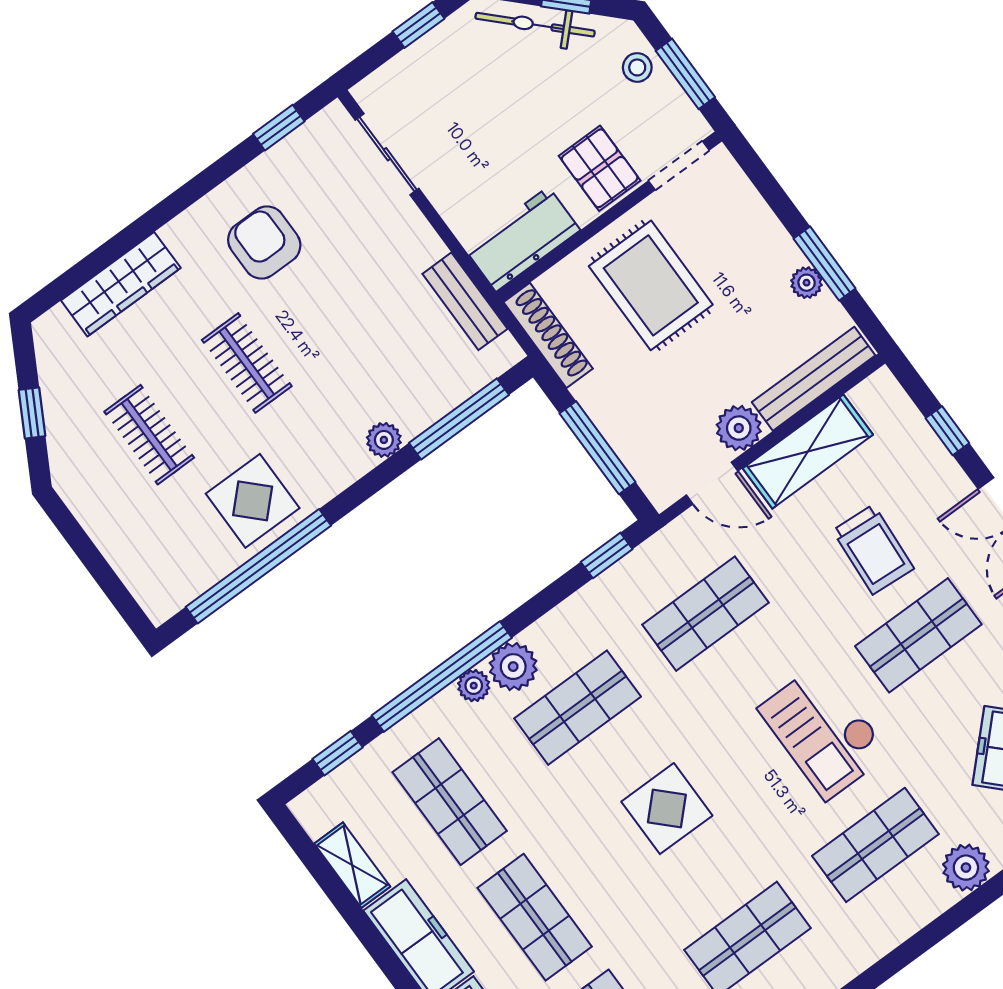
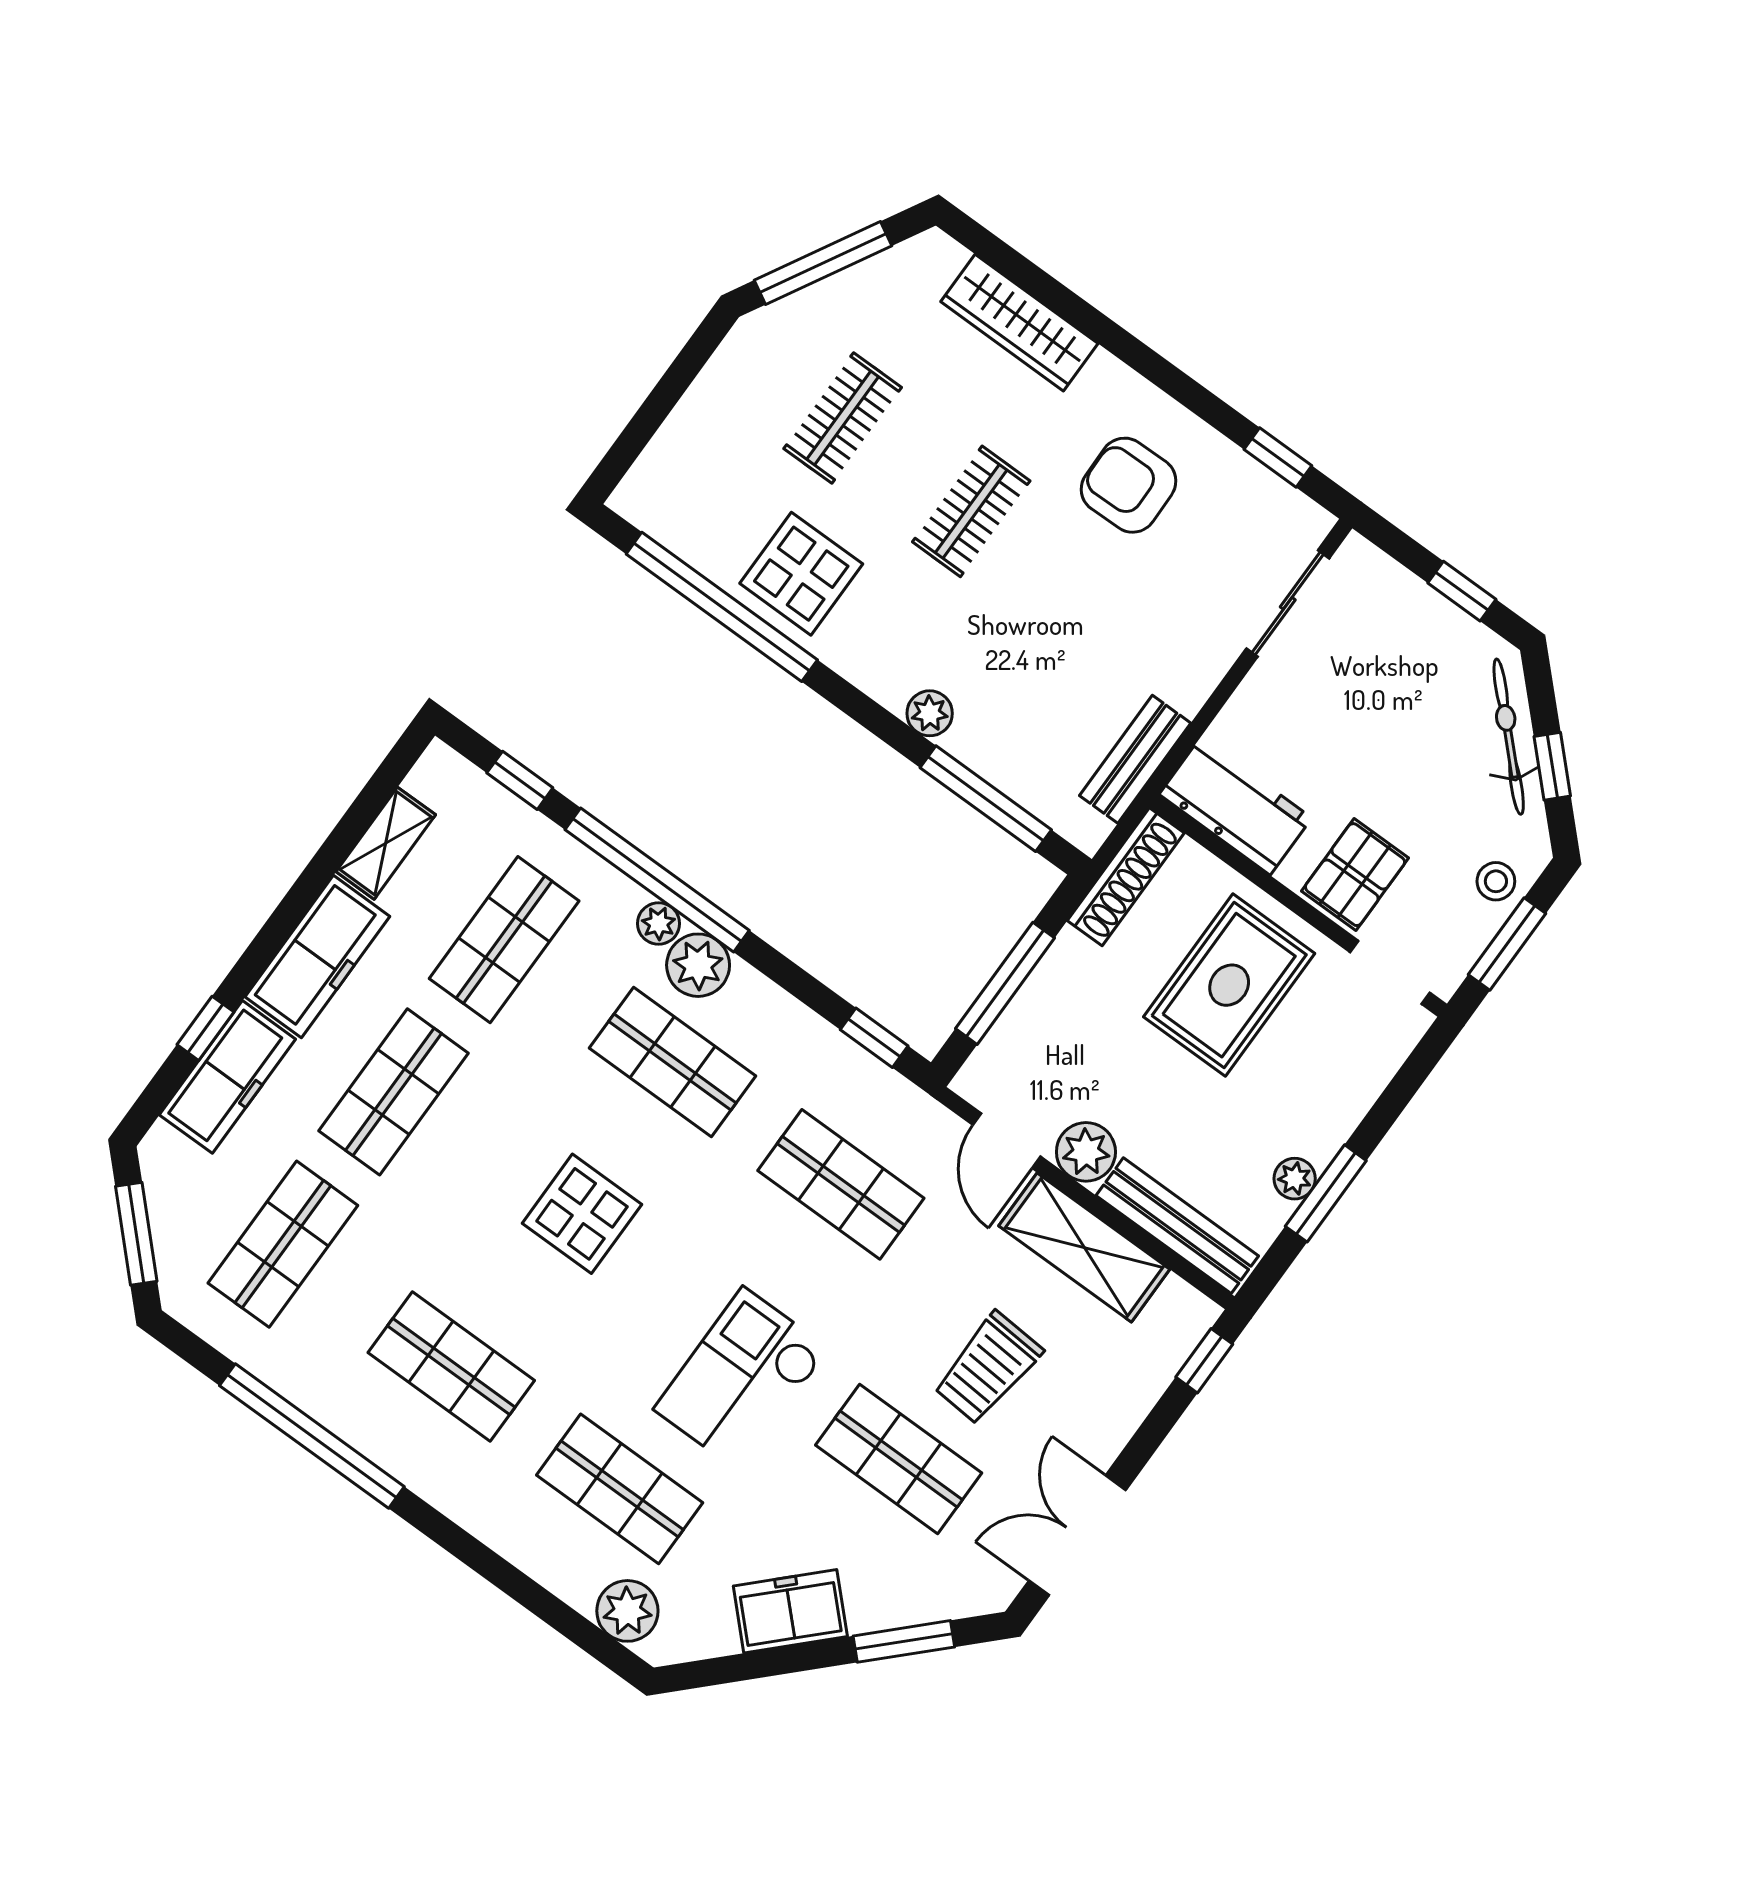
armchair: (264, 243) -> (1129, 485), turned -91
window: (32, 413) -> (823, 263), width x2.17
window: (947, 431) -> (1204, 1361), moved

